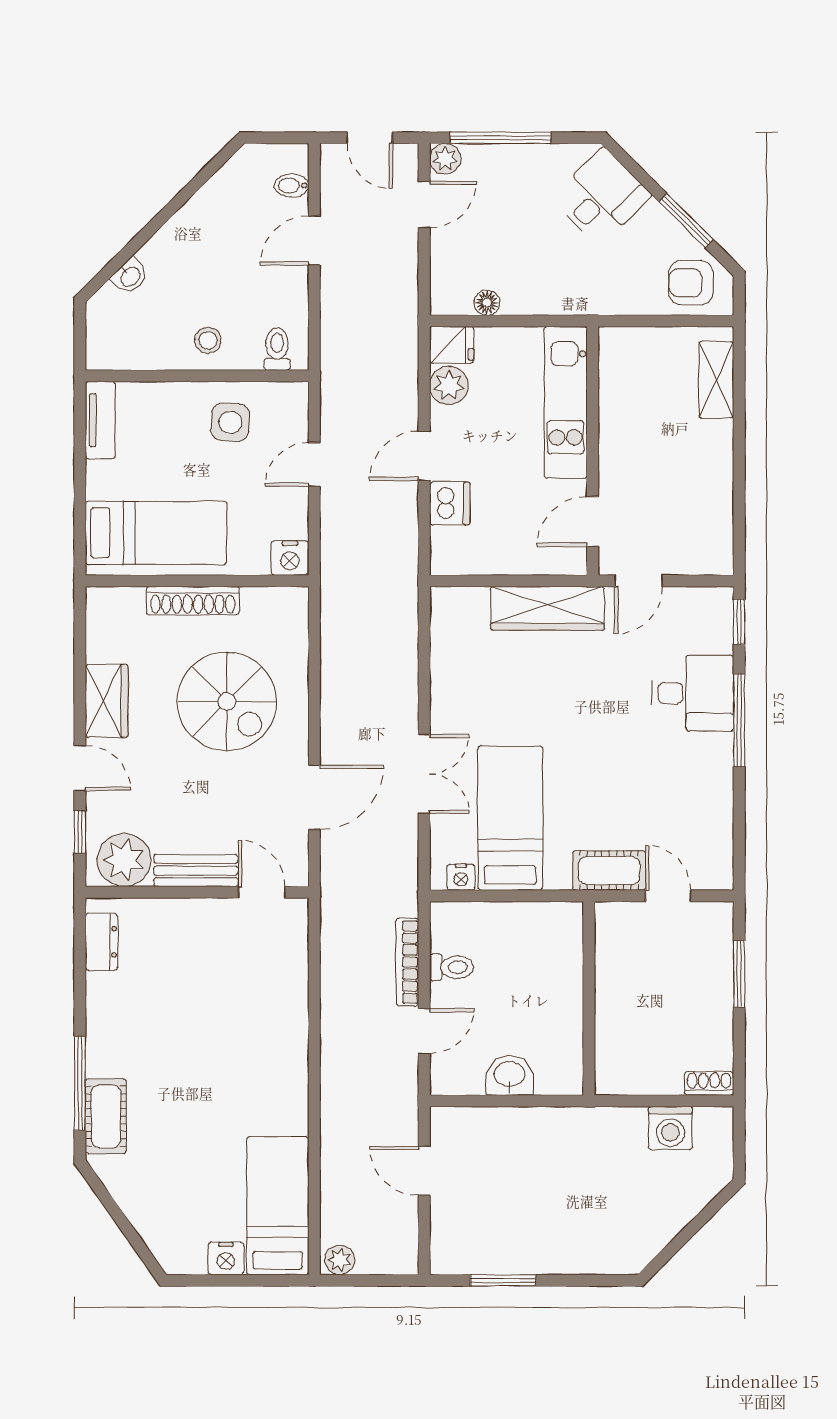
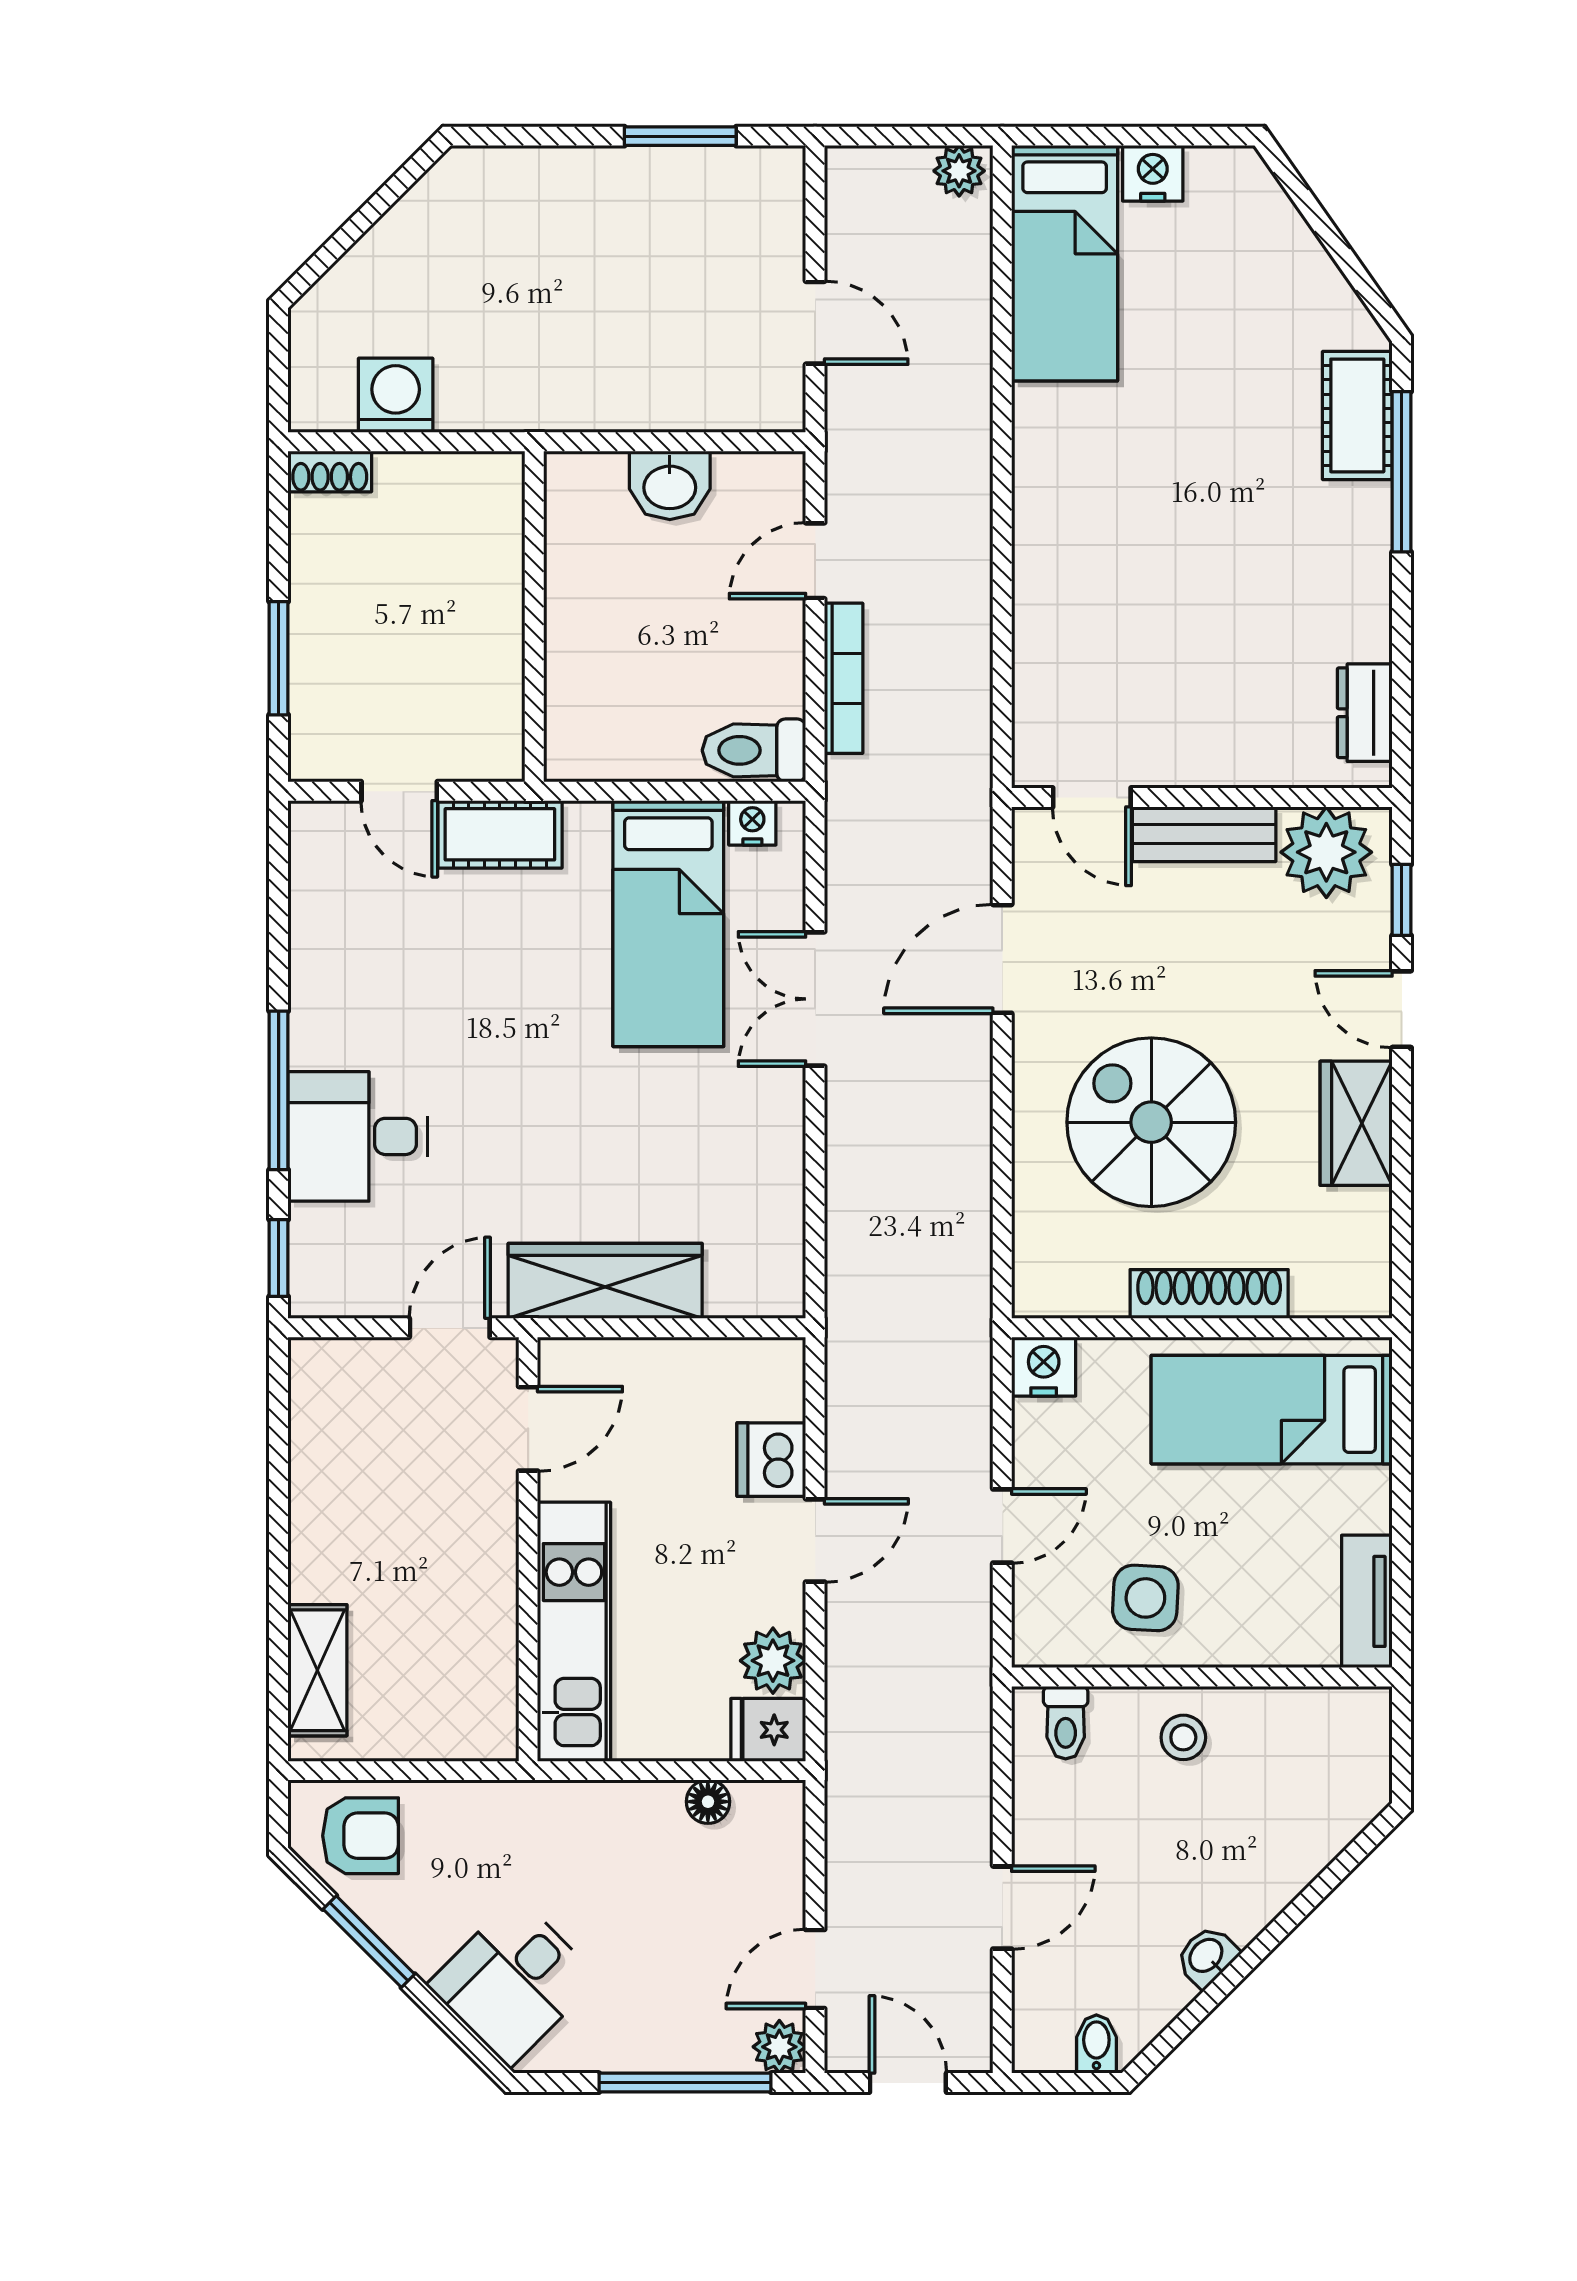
bidet: (292, 186) -> (1096, 2044), moved, turned -90
washbasin: (130, 276) -> (1207, 1956), moved
toilet: (452, 967) -> (754, 750), moved, width x1.37, depth x1.39

